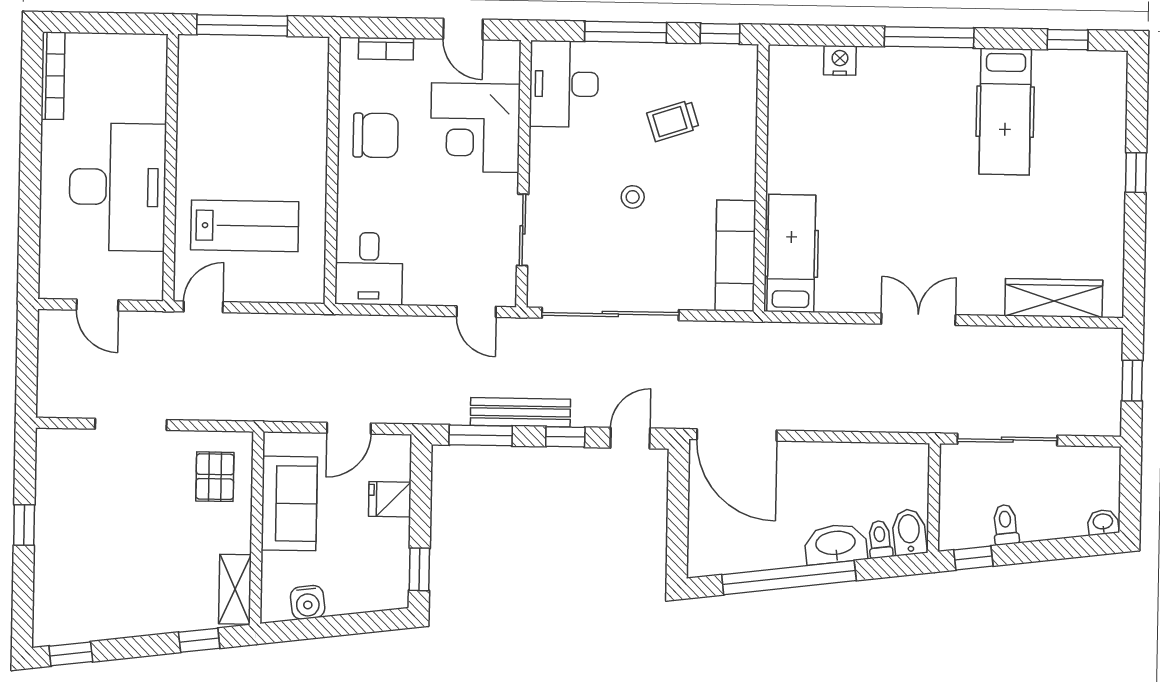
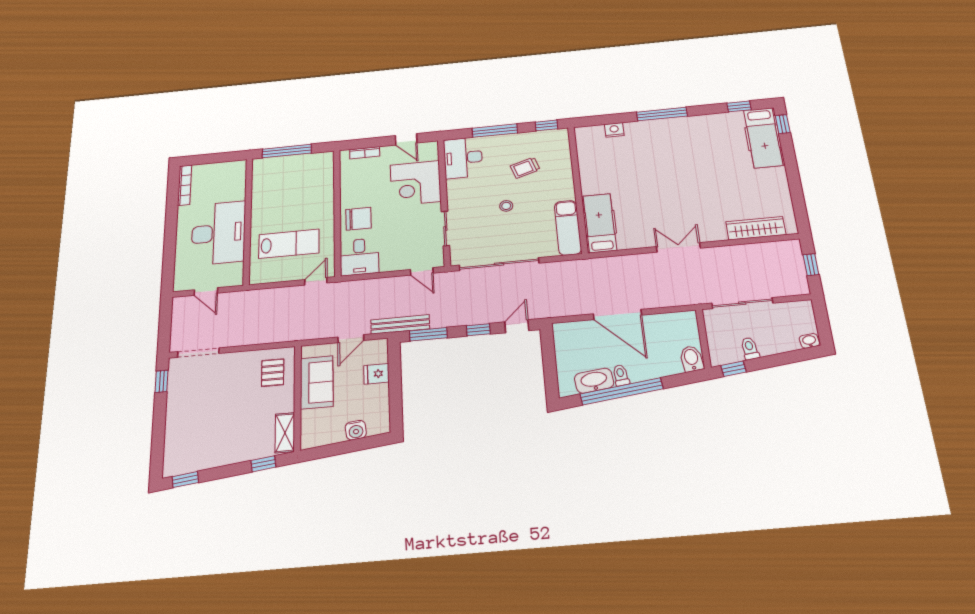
hospital bed: (1005, 112) -> (763, 138), moved
chair: (376, 135) -> (358, 219), moved
window: (1136, 173) -> (783, 124), moved
door: (203, 307) -> (316, 281), moved
bench: (520, 412) -> (400, 324), moved
doorway: (131, 424) -> (198, 353), moved
door: (737, 435) -> (617, 314), moved
window: (24, 525) -> (162, 381), moved
toilet: (880, 539) -> (621, 375), moved
washbasin: (836, 544) -> (594, 381), moved
window: (419, 569) -> (396, 410), removed
water cooler: (308, 602) -> (356, 430), moved

